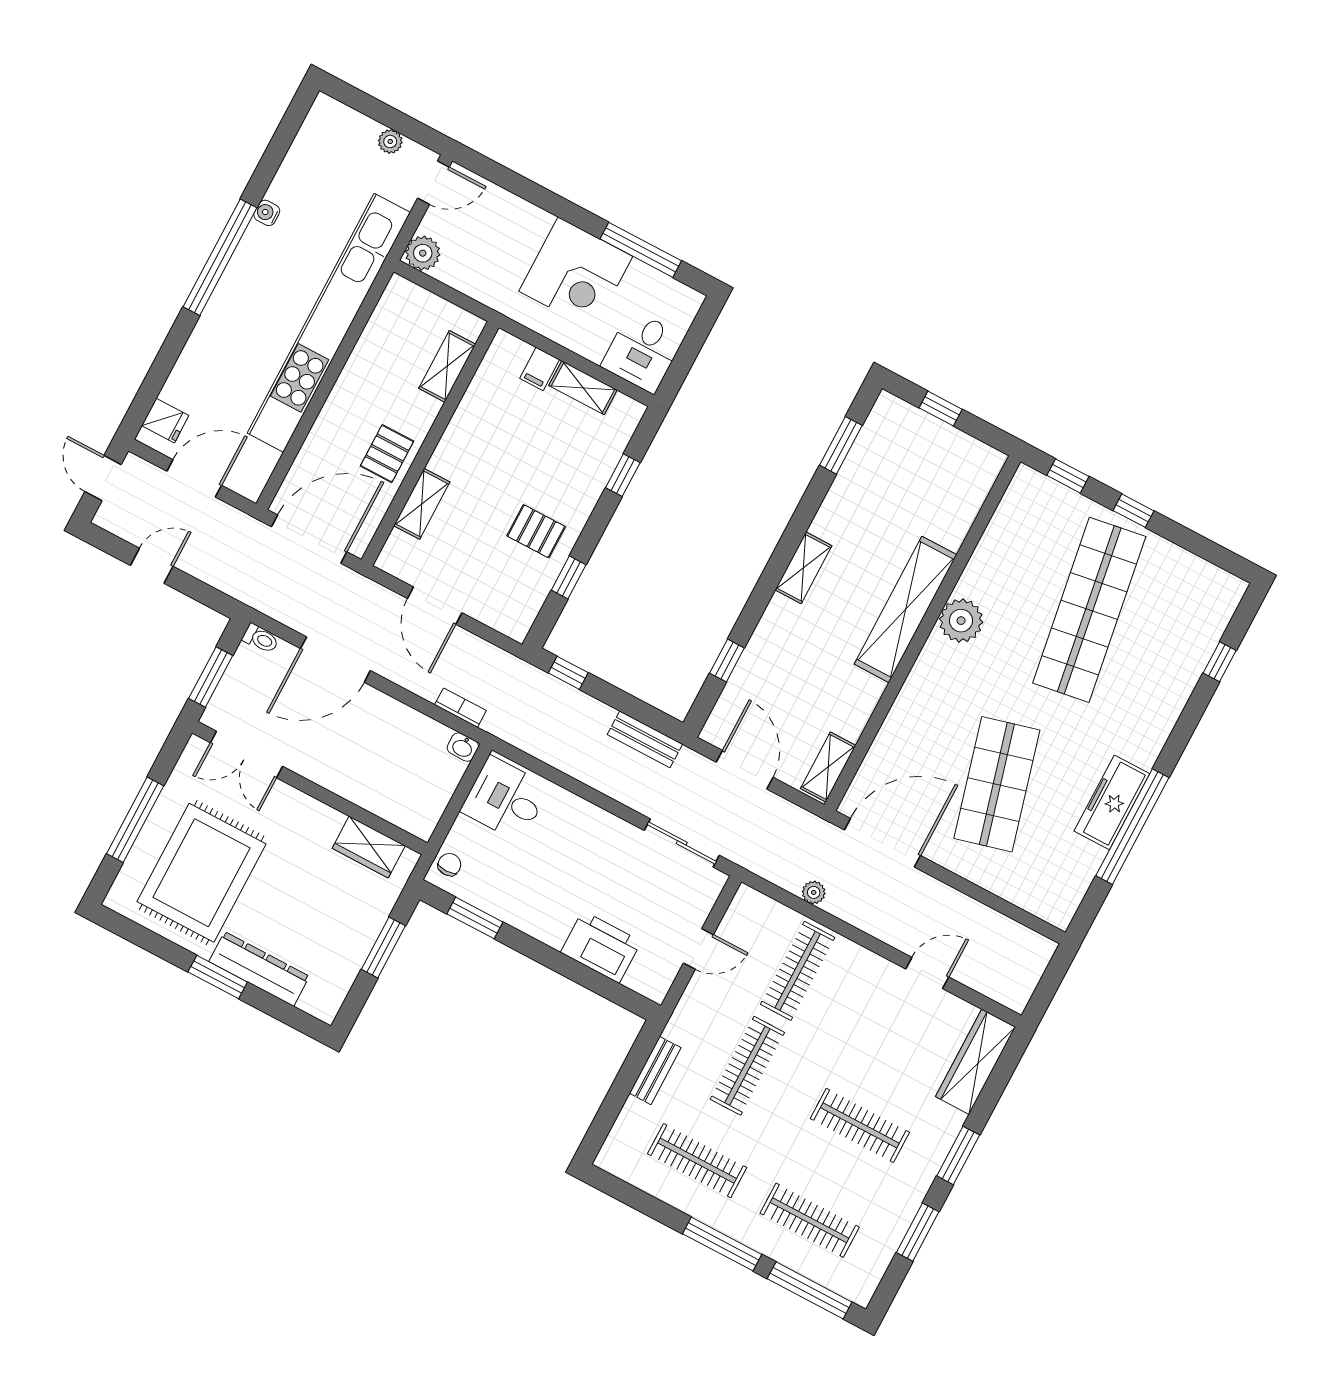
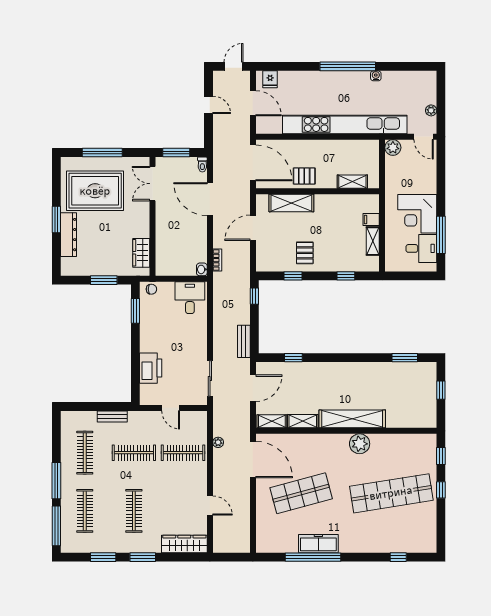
desk: (643, 351) -> (421, 248), moved, turned 180
shelving: (422, 504) -> (291, 203), width x1.50, depth x1.33
shelving: (803, 568) -> (303, 421), moved

